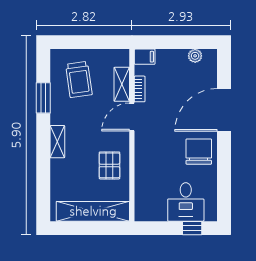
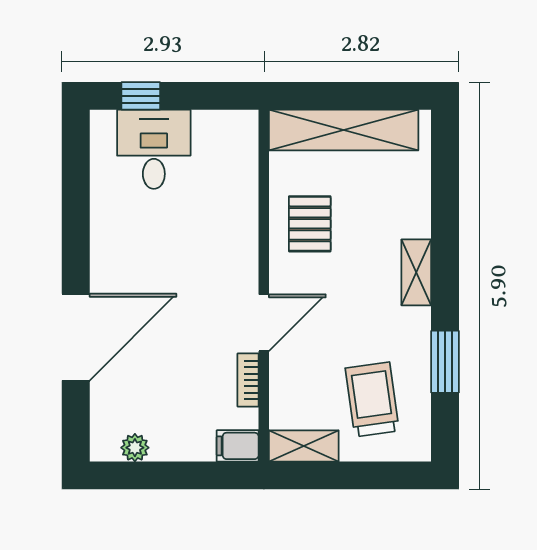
shelving: (122, 84) -> (304, 446), moved, turned 90
chair: (199, 152) -> (127, 252), removed

